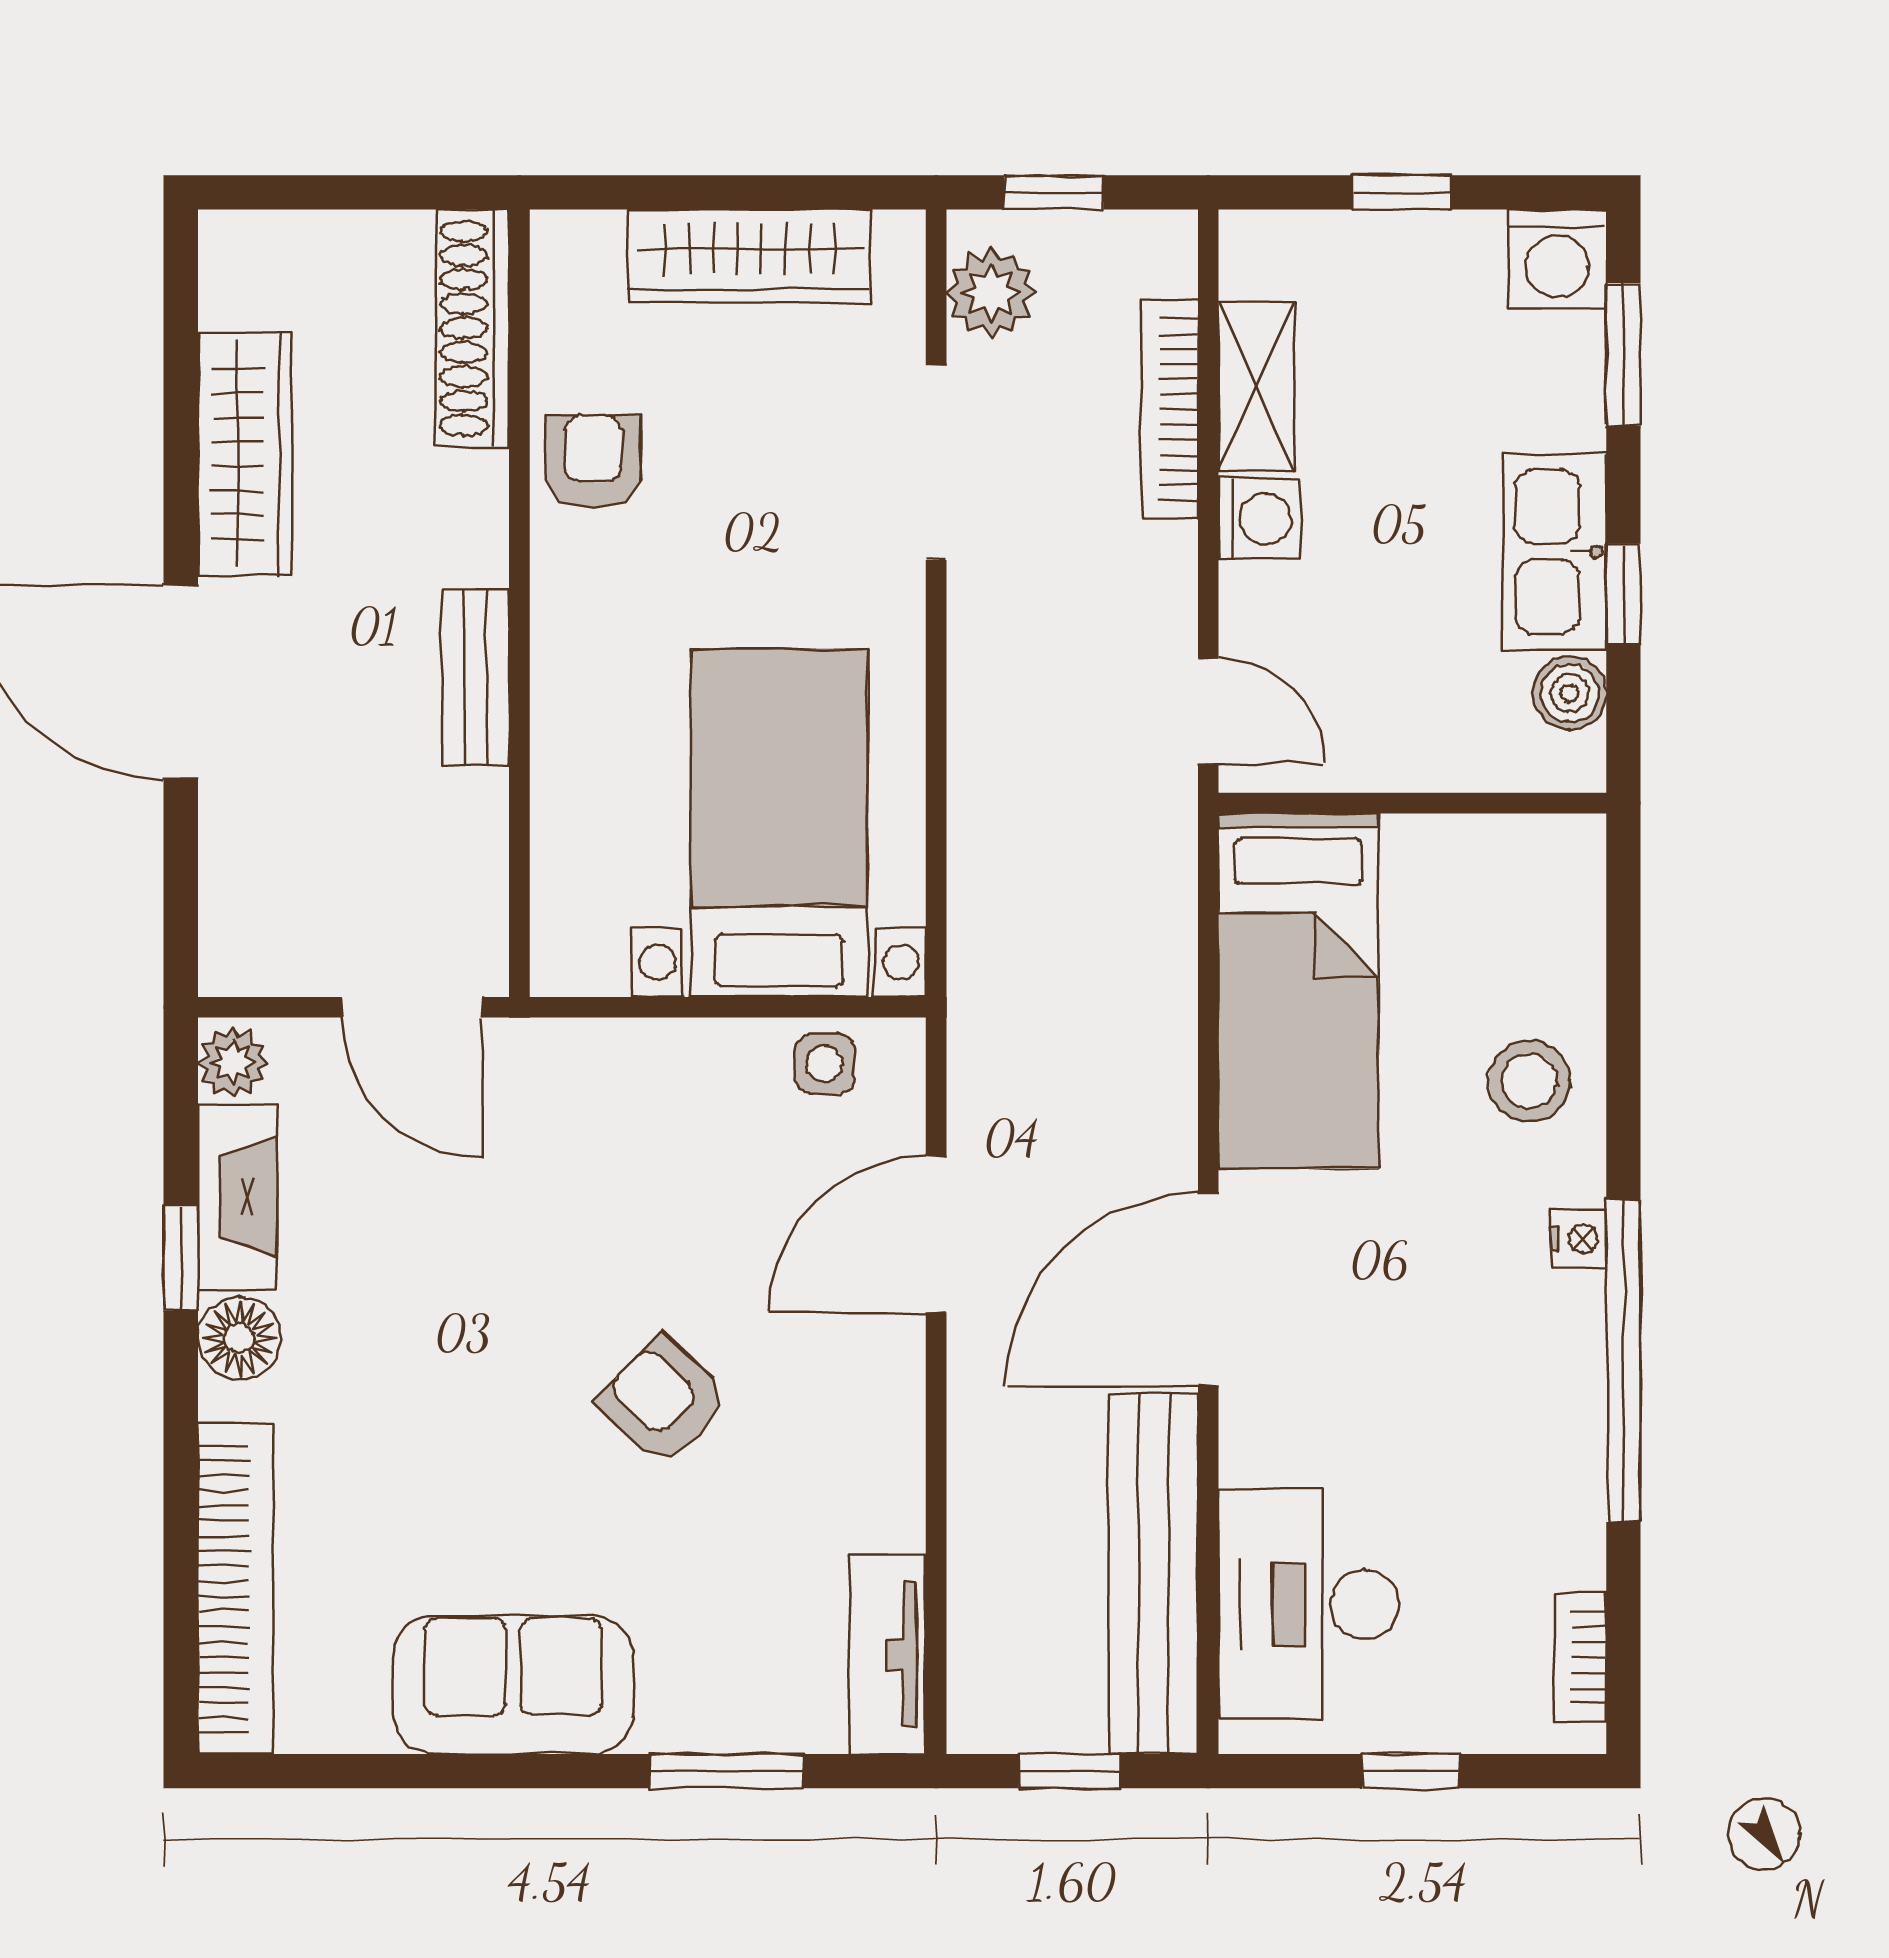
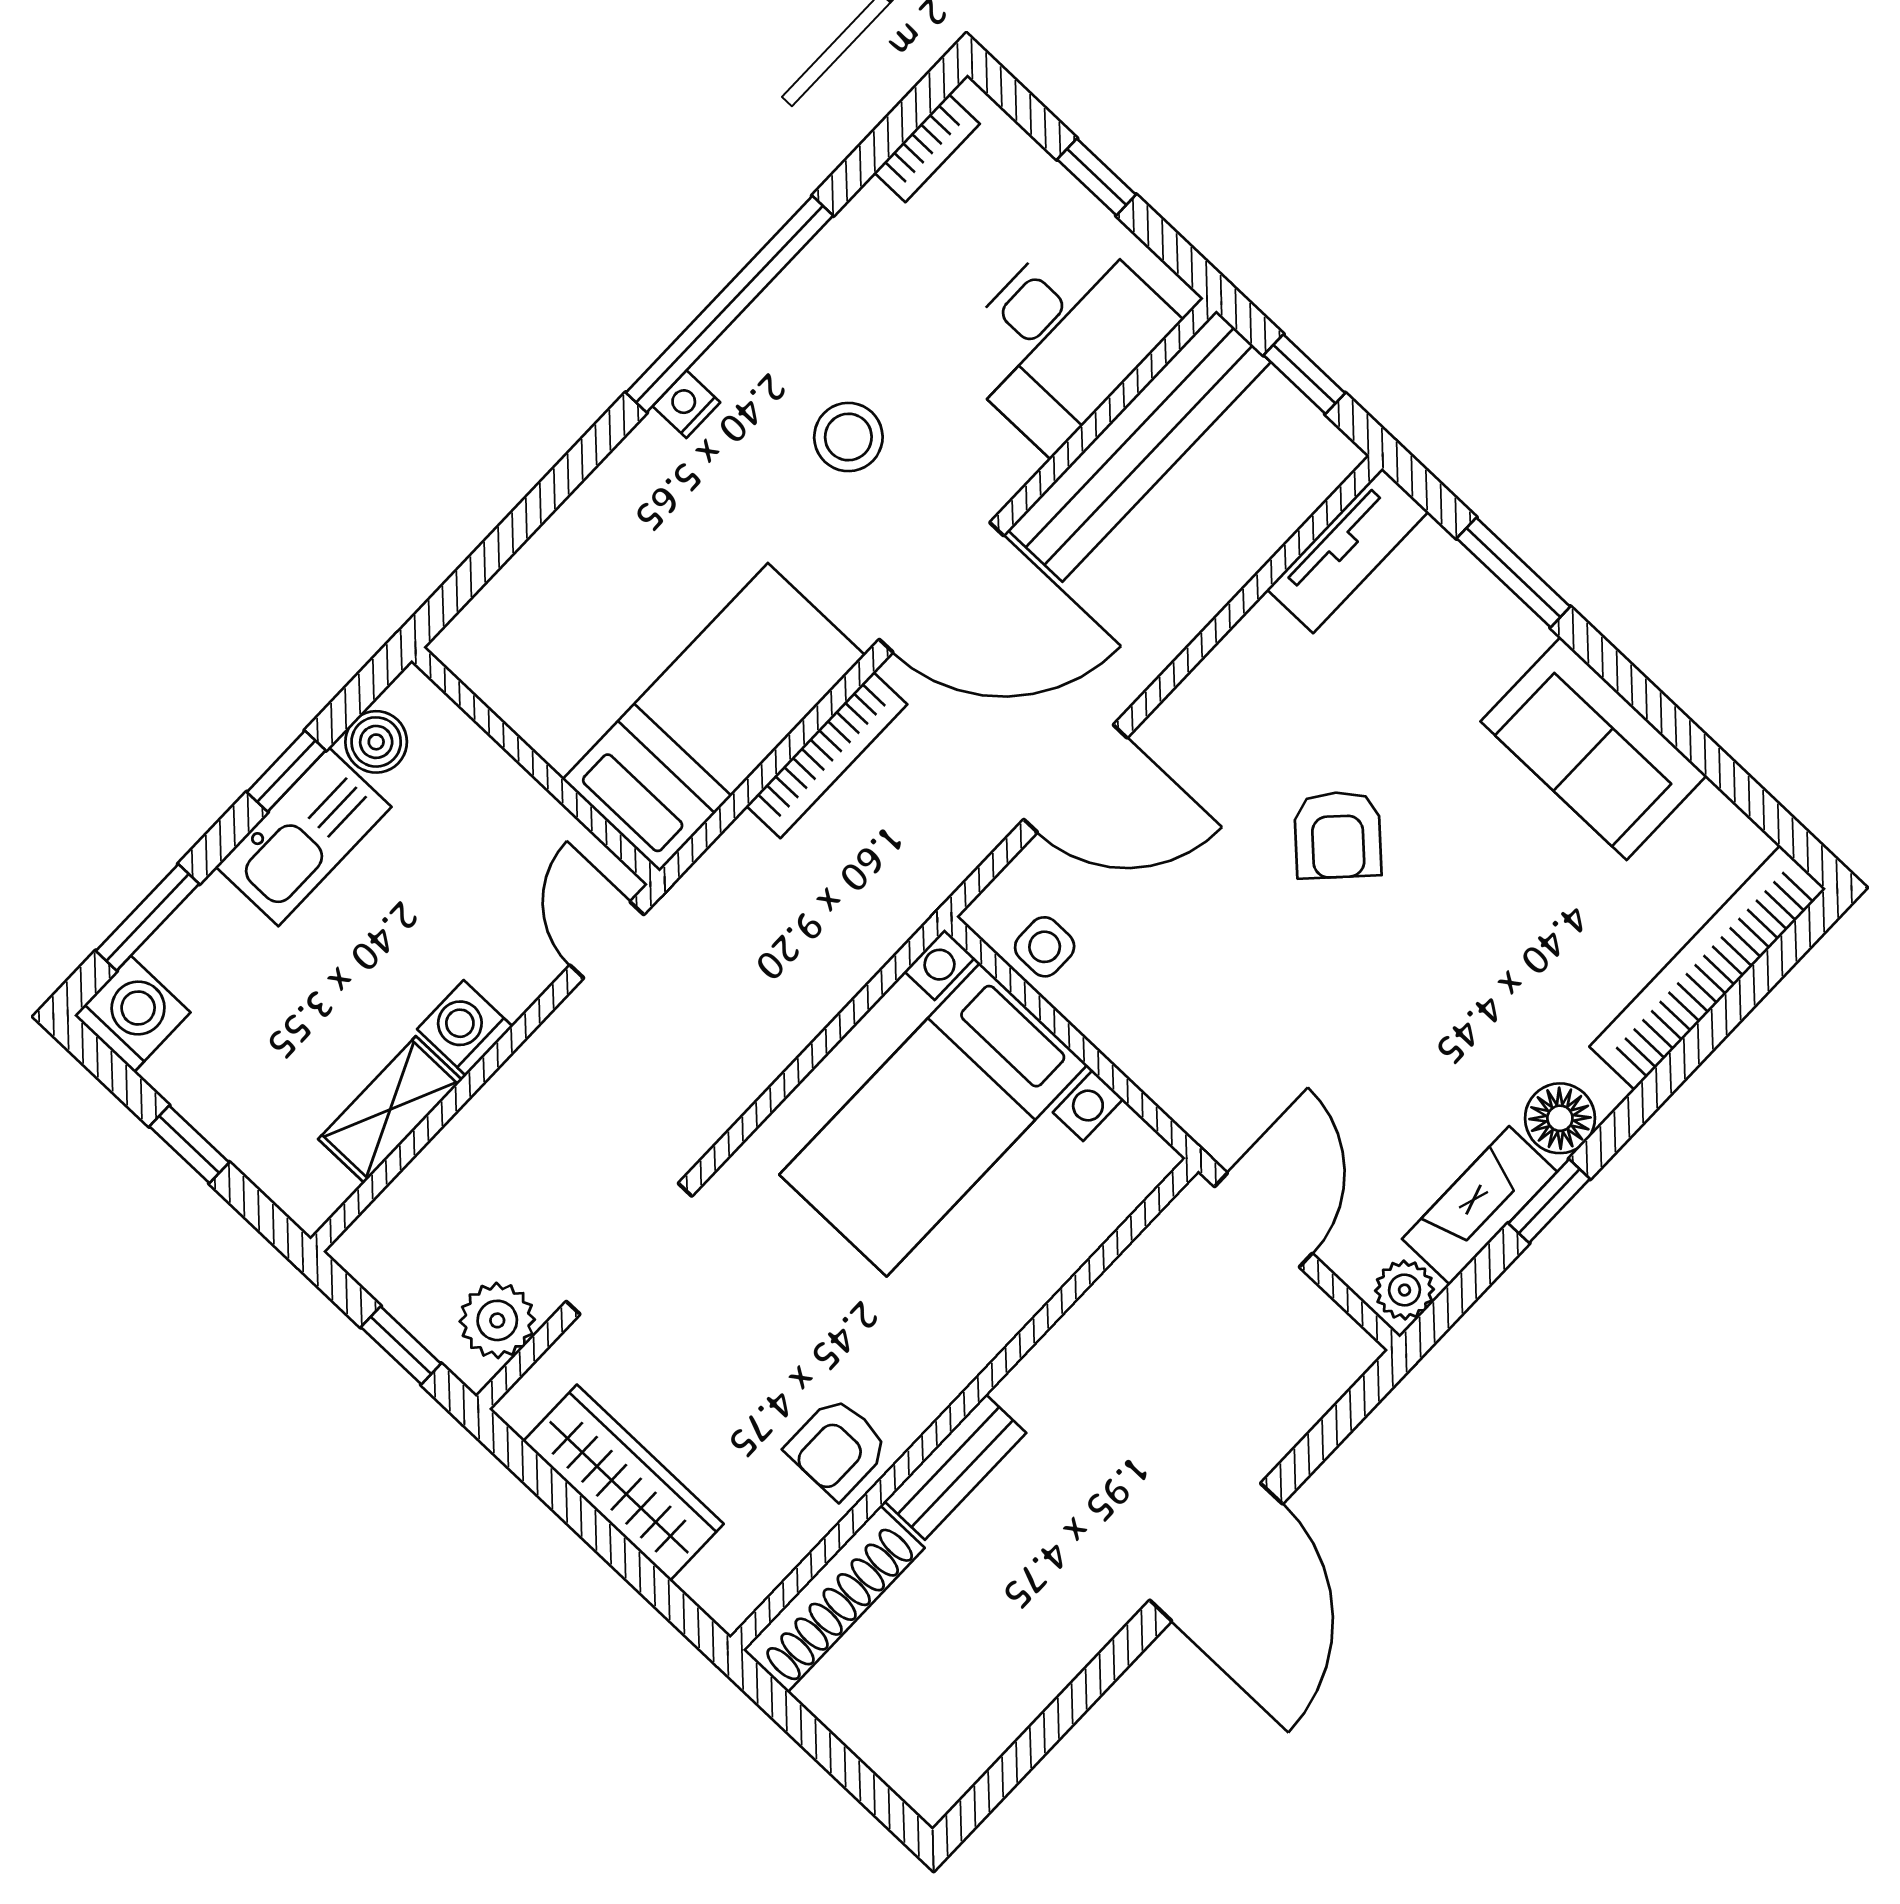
bookcase: (1170, 410) -> (827, 755), moved
wardrobe: (245, 454) -> (1045, 1654), removed
bench: (476, 677) -> (955, 1467), moved
stool: (1529, 1081) -> (848, 437), moved

